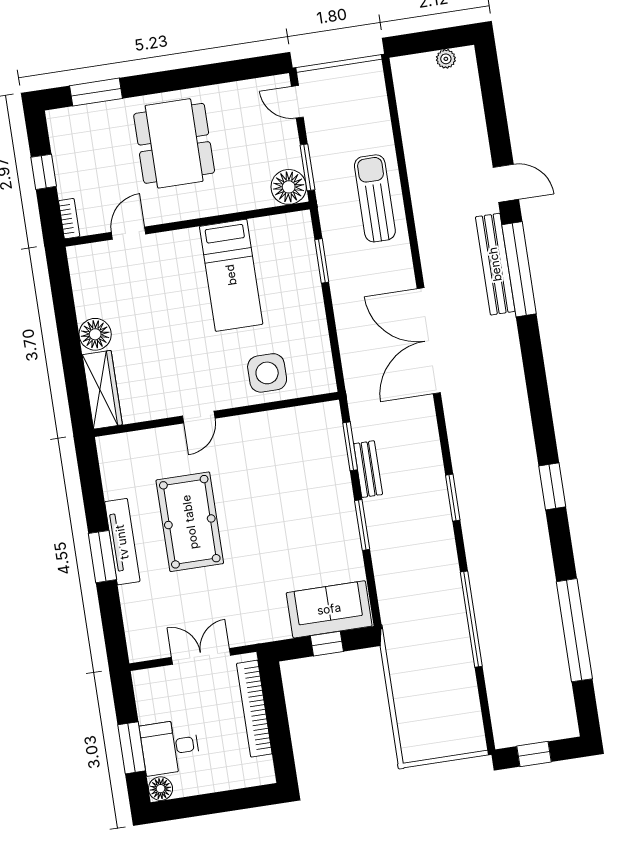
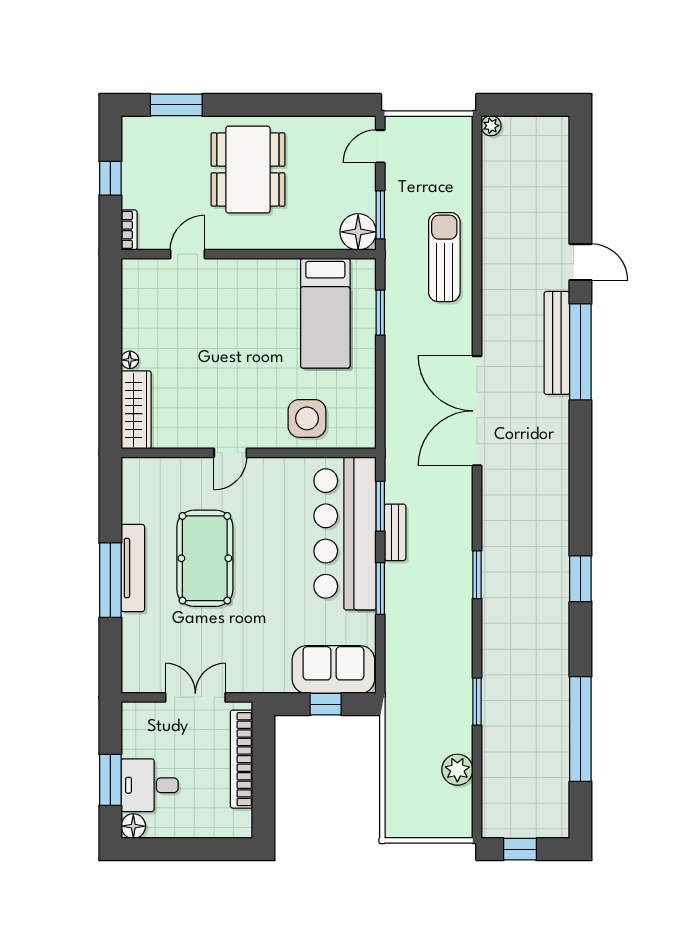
plant: (446, 59) -> (491, 126), moved
door: (297, 102) -> (380, 146), hinge flipped
bed: (231, 275) -> (325, 313), moved
floor lamp: (95, 334) -> (130, 360), width x0.53, depth x0.53
bar counter: (320, 477) -> (345, 533), added
window: (102, 557) -> (110, 580), width x1.44
window: (471, 619) -> (477, 702), width x0.47
plant: (462, 687) -> (457, 770), added

